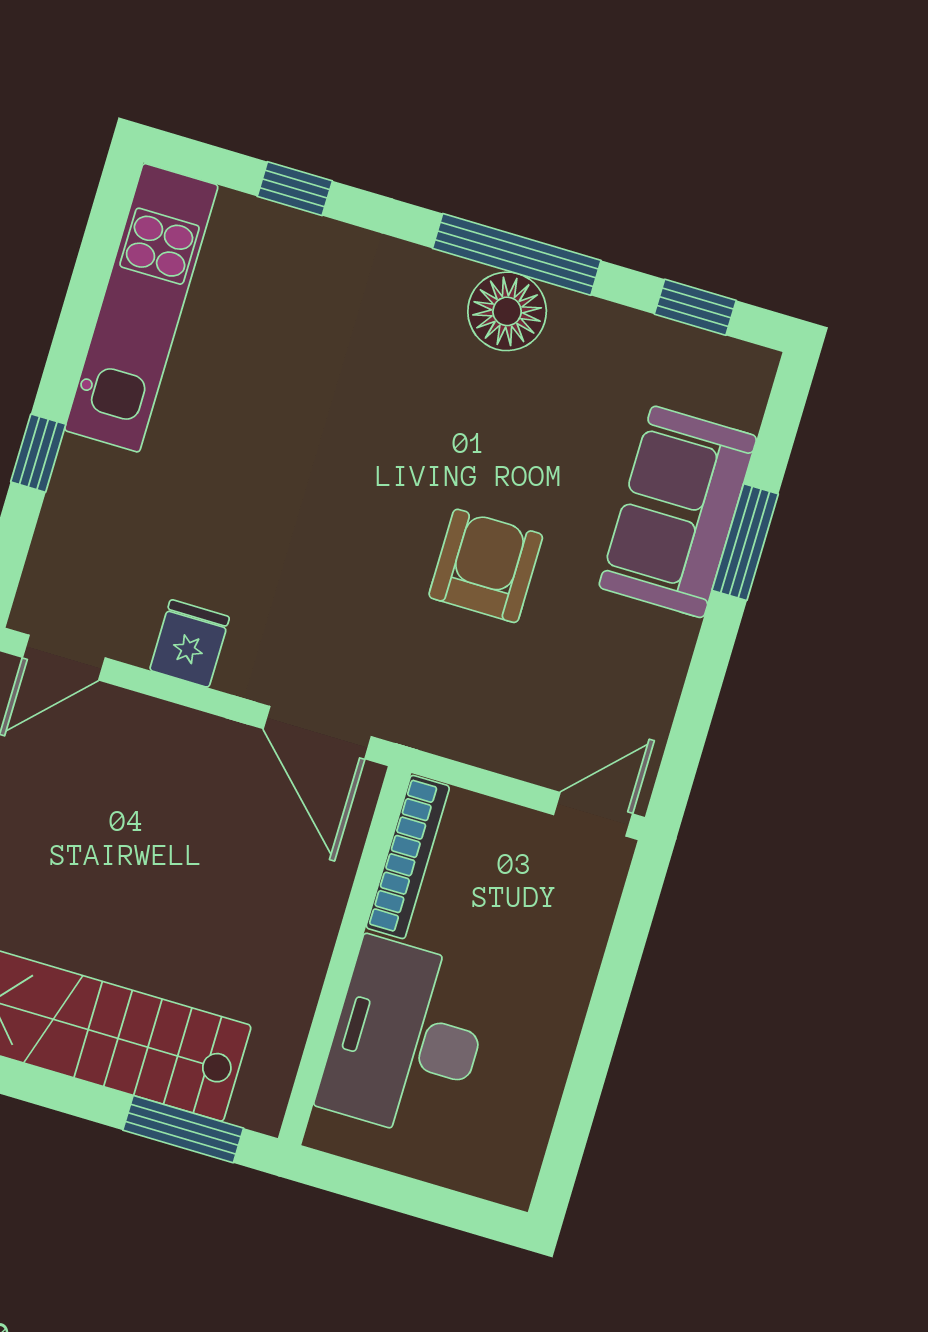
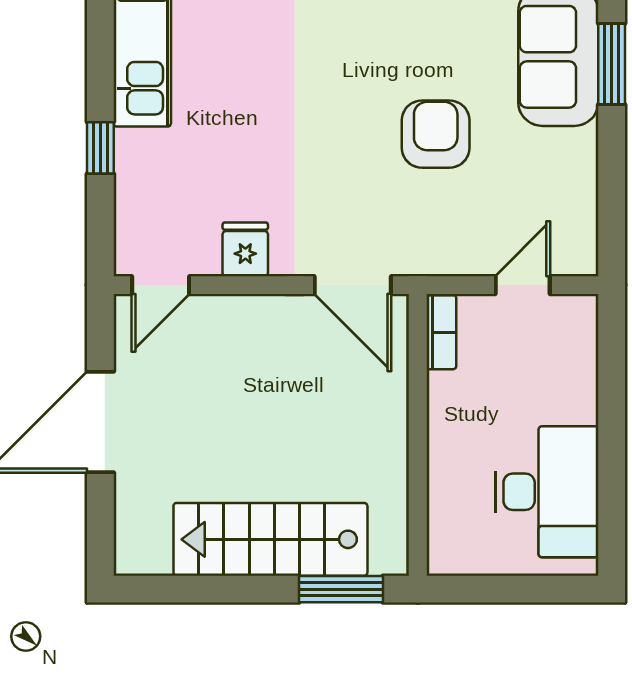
door: (593, 814) -> (523, 285), moved
bookcase: (408, 857) -> (441, 332), width x0.64
desk: (406, 1039) -> (547, 492), moved, turned 180

